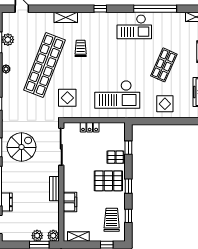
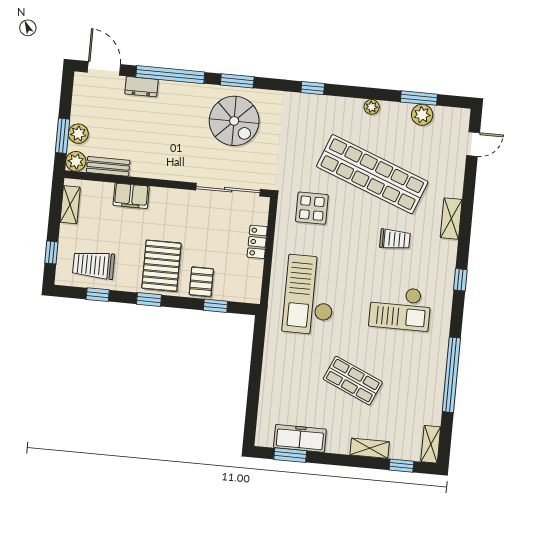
checkout: (134, 27) -> (400, 308), moved, turned -90
display table: (165, 104) -> (285, 376), removed
bench: (54, 189) -> (108, 166), moved
trolley: (112, 220) -> (94, 265), turned 180

